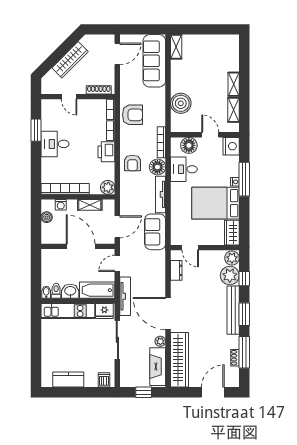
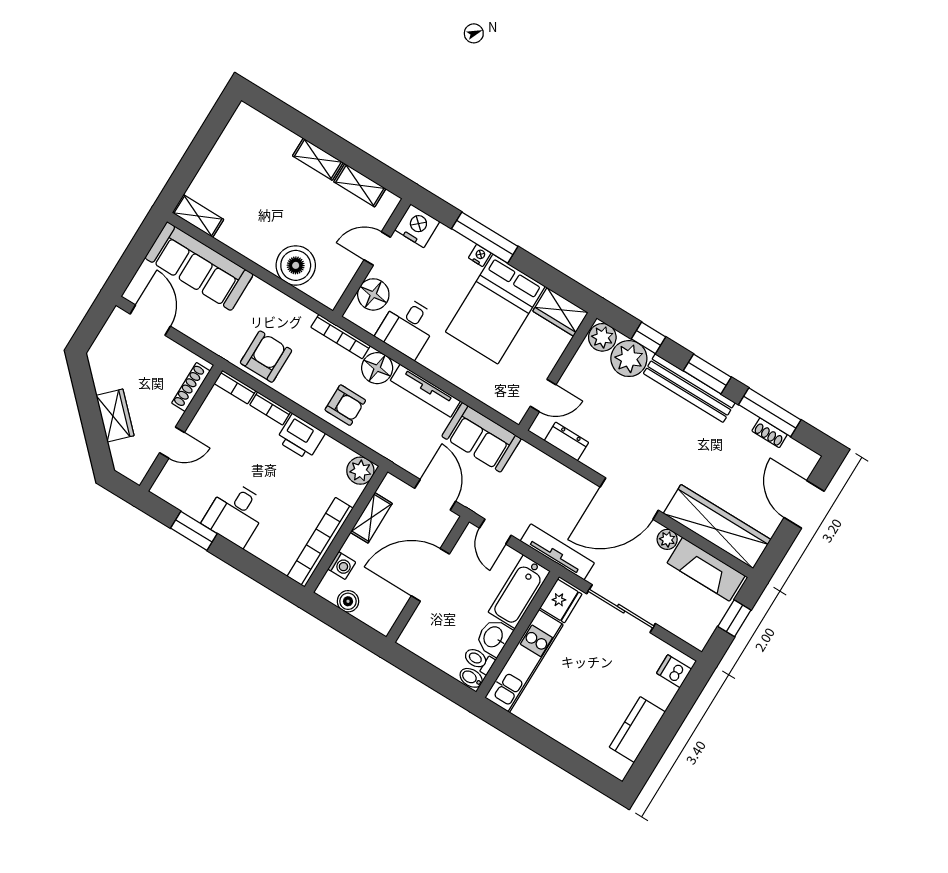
wardrobe: (70, 60) -> (115, 416), width x0.67

